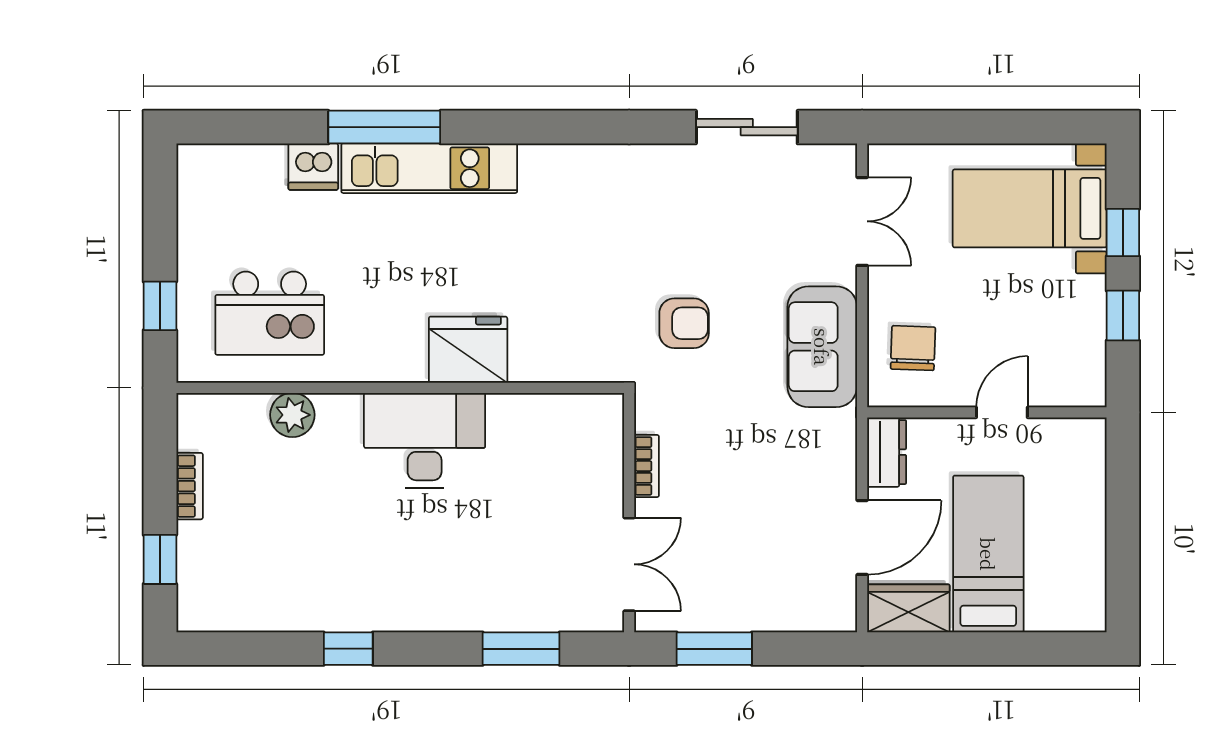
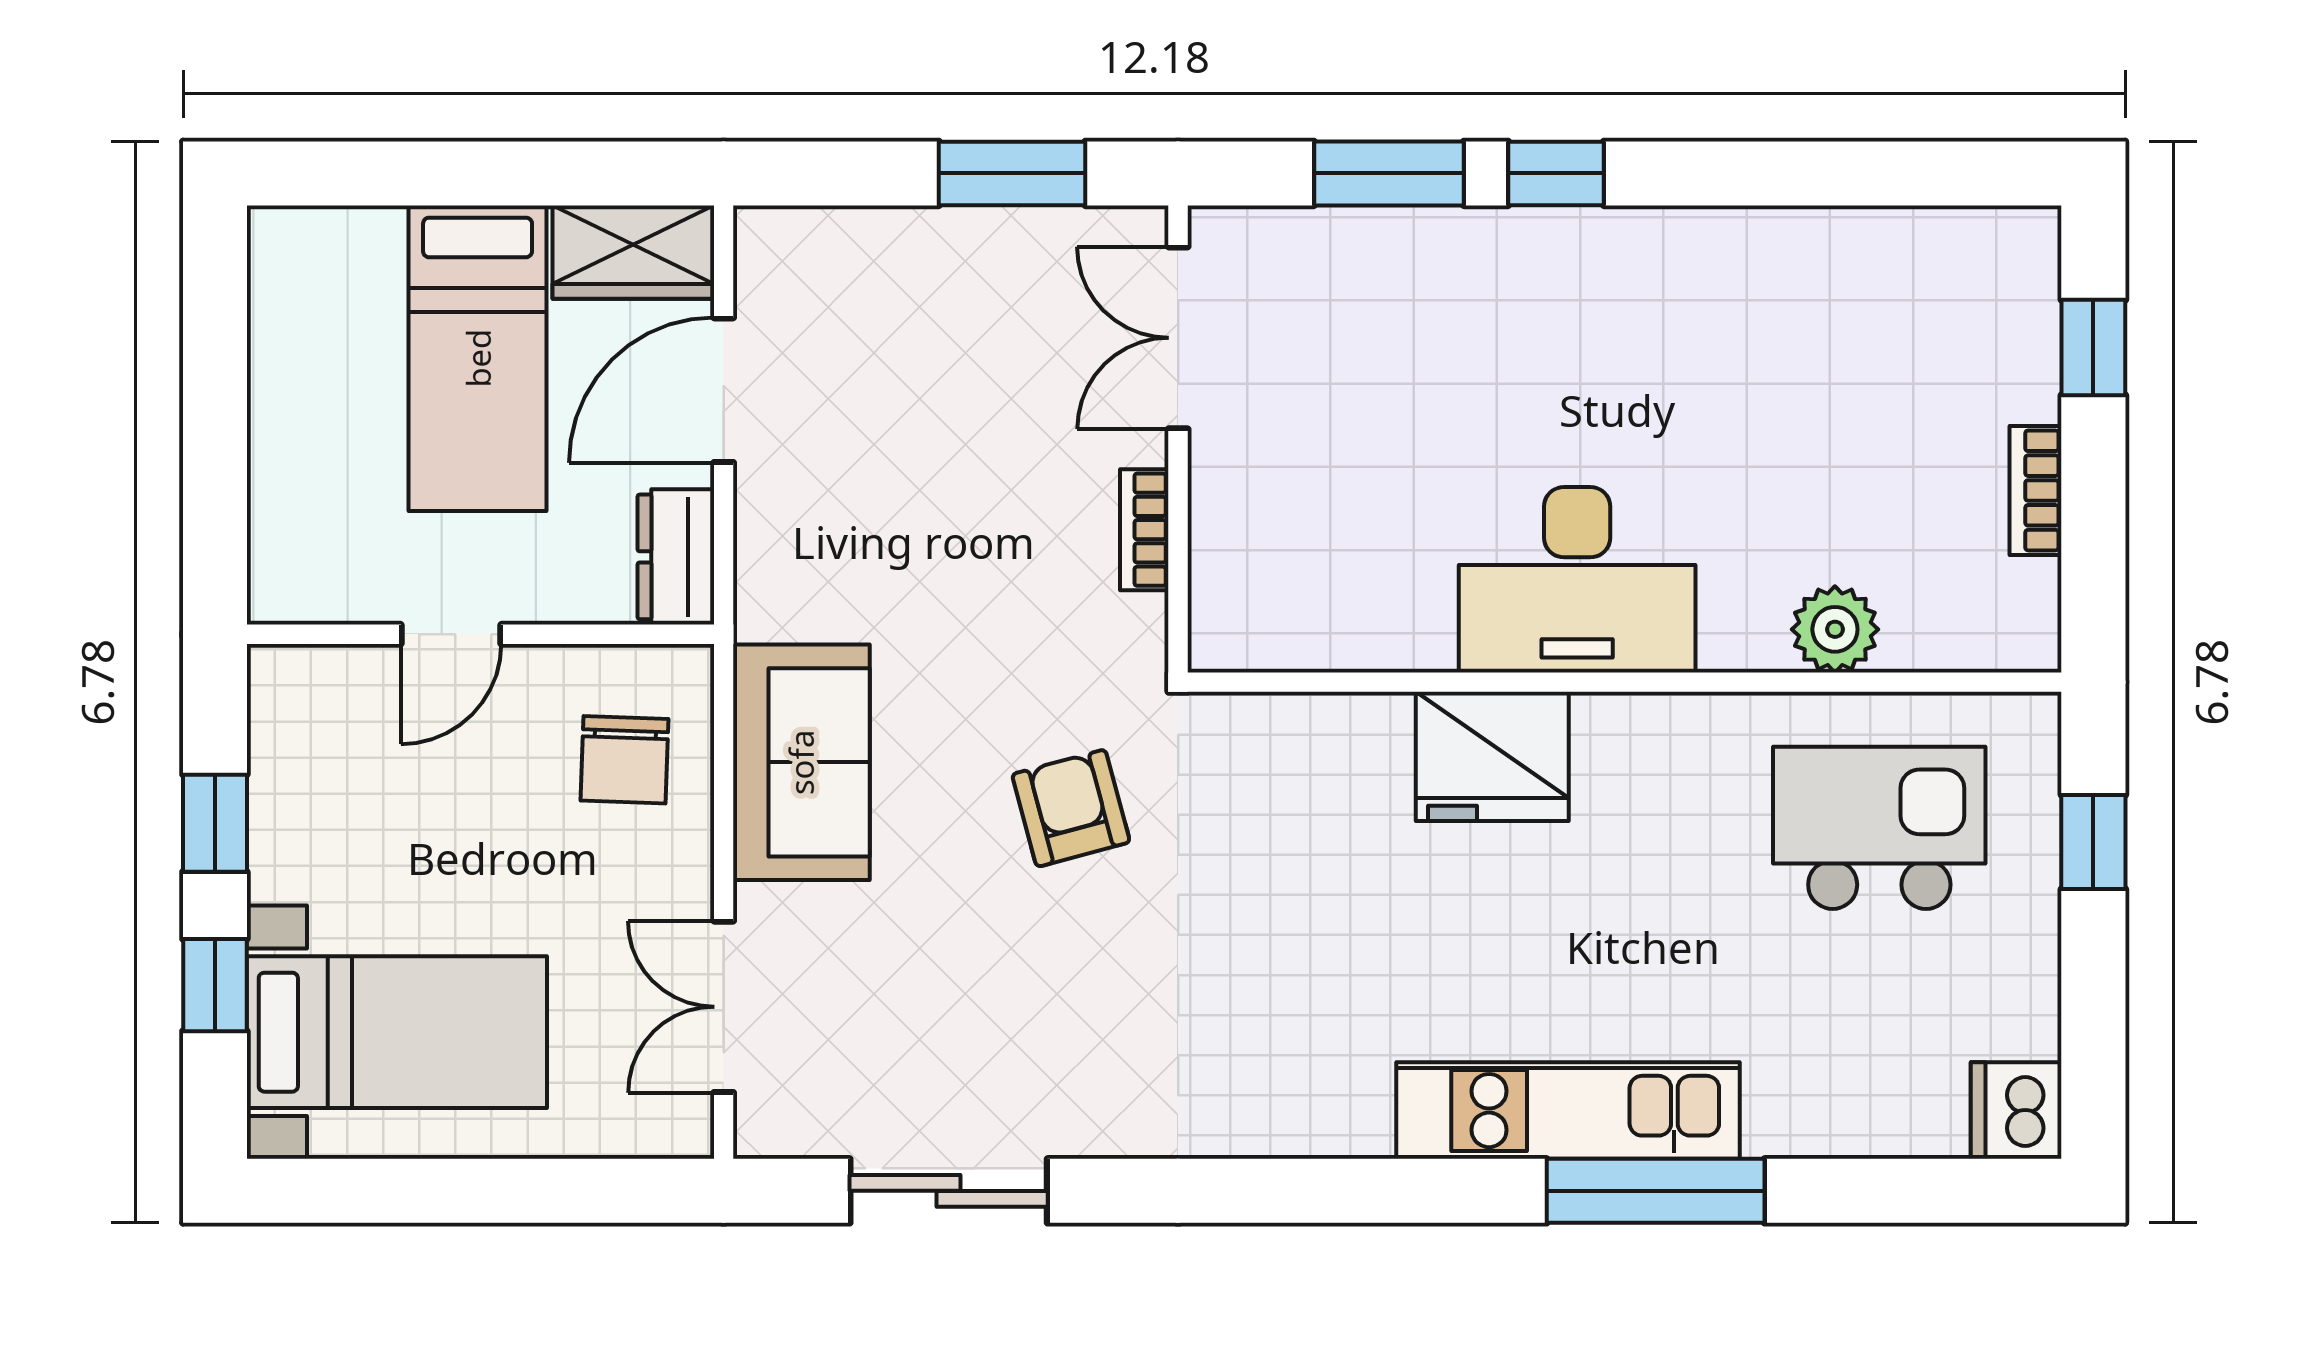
dishwasher: (313, 167) -> (2016, 1111), moved, turned -90
armchair: (684, 323) -> (1071, 808), turned 75
window: (348, 649) -> (1556, 173), moved

